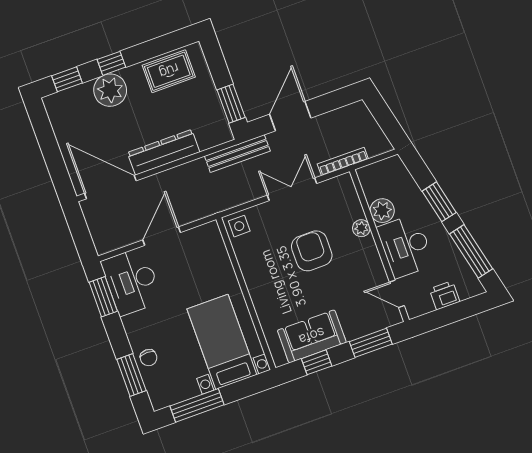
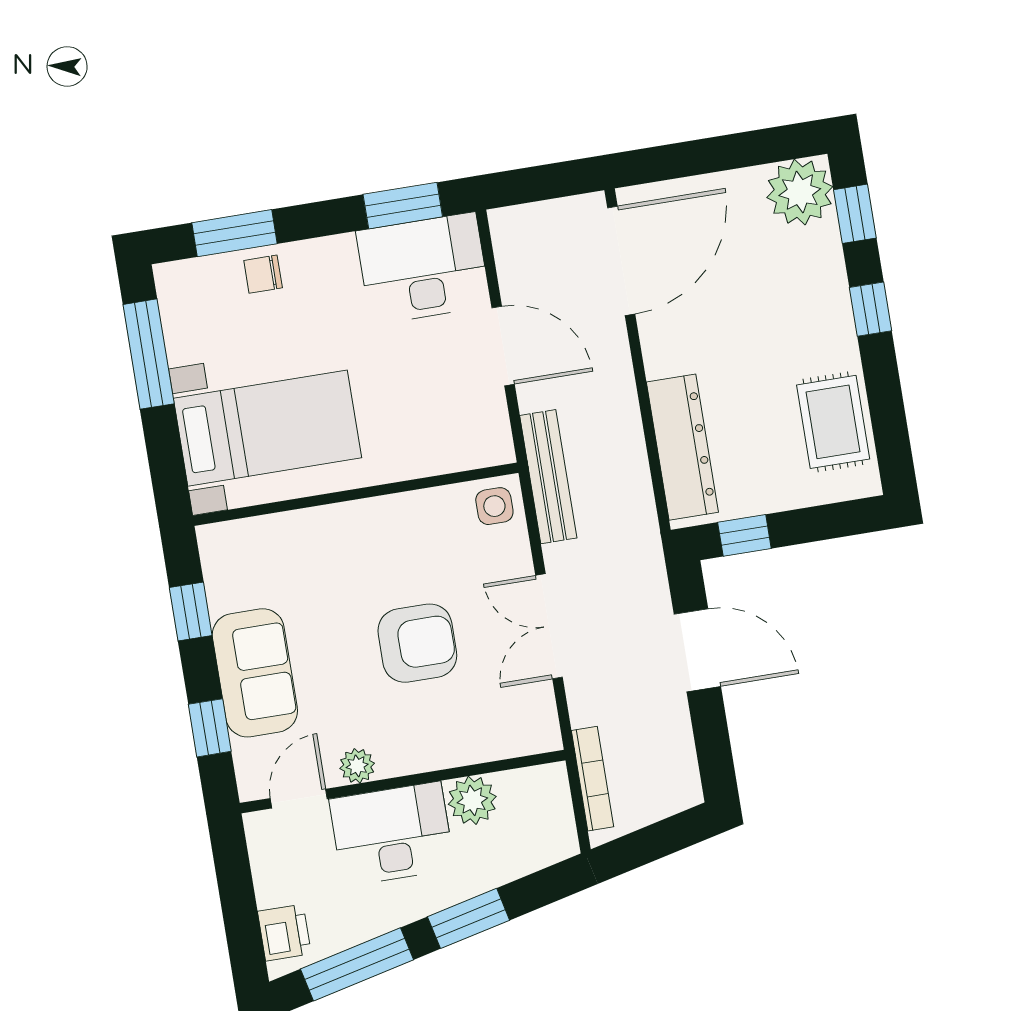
plant: (110, 90) -> (800, 192), moved
window: (231, 104) -> (744, 535), width x0.67
dresser: (164, 152) -> (682, 447), moved
bench: (237, 154) -> (548, 477), moved
bookcase: (343, 161) -> (592, 779), moved
double door: (292, 189) -> (549, 626), swing flipped
plant: (361, 228) -> (357, 766), moved
printer: (445, 295) -> (284, 933), moved
sofa: (312, 336) -> (255, 673), moved
window: (371, 343) -> (210, 728), width x0.67

